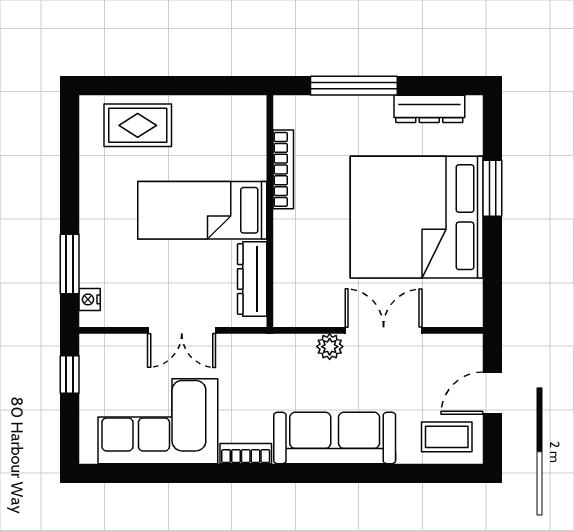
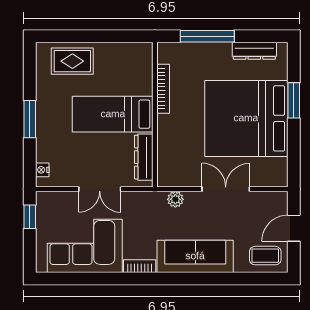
window: (70, 264) -> (30, 119), moved
plant: (330, 347) -> (175, 199), moved

